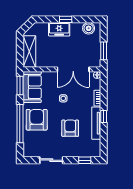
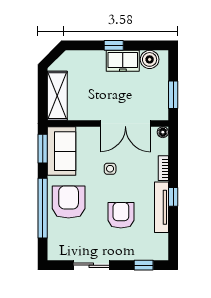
freezer: (59, 29) -> (123, 61), moved

